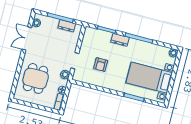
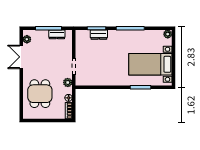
dresser: (120, 40) -> (99, 35), moved
armchair: (101, 65) -> (100, 64), removed

